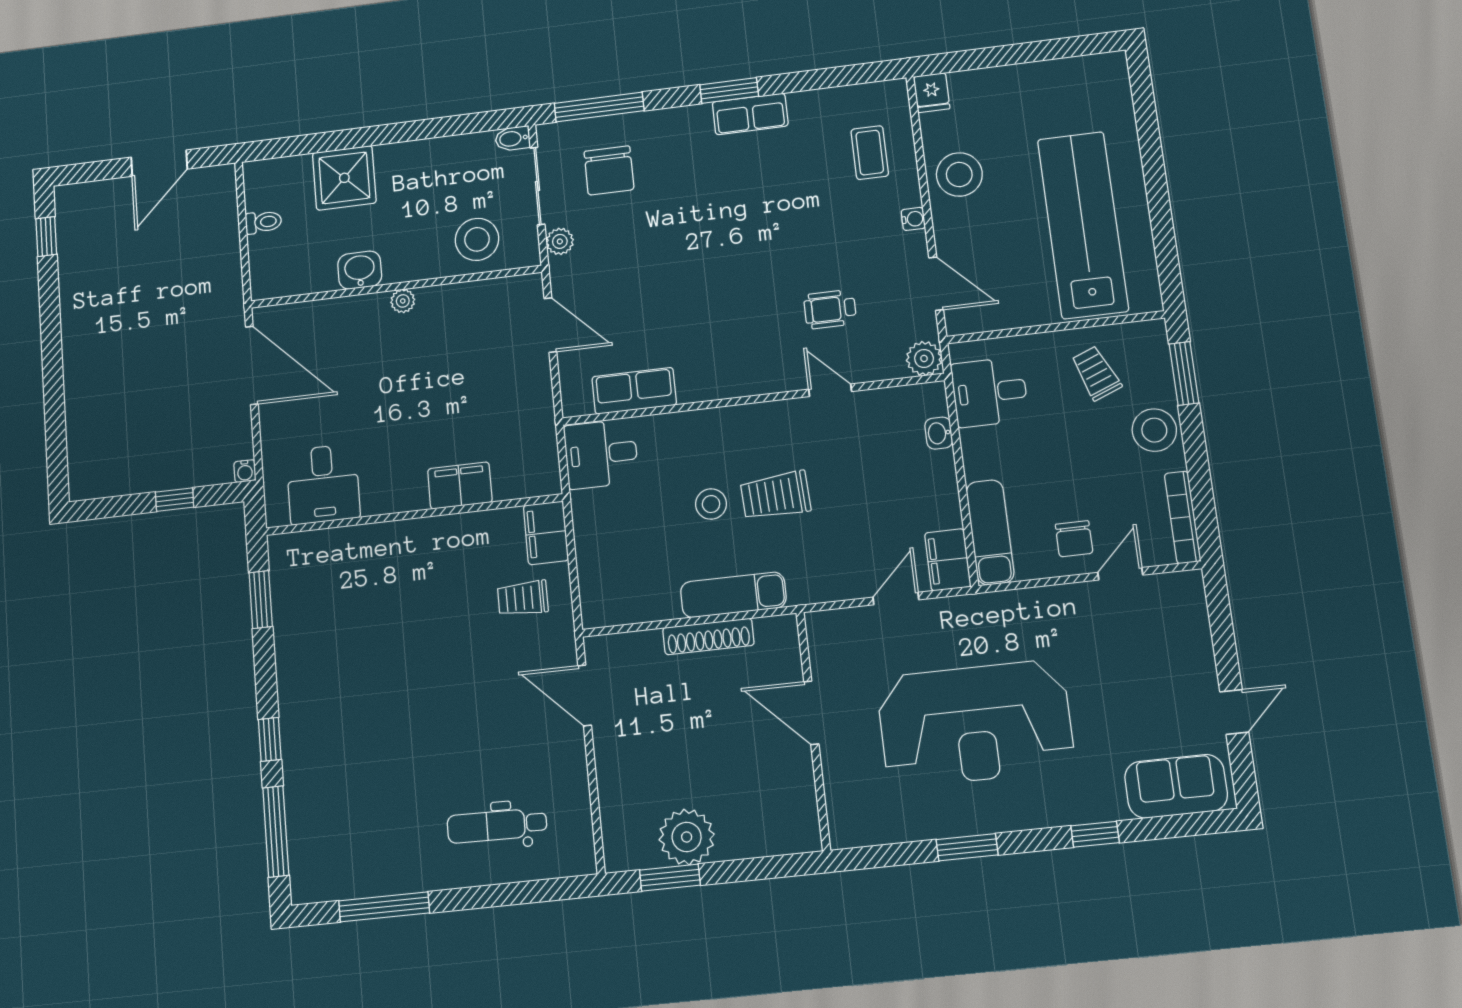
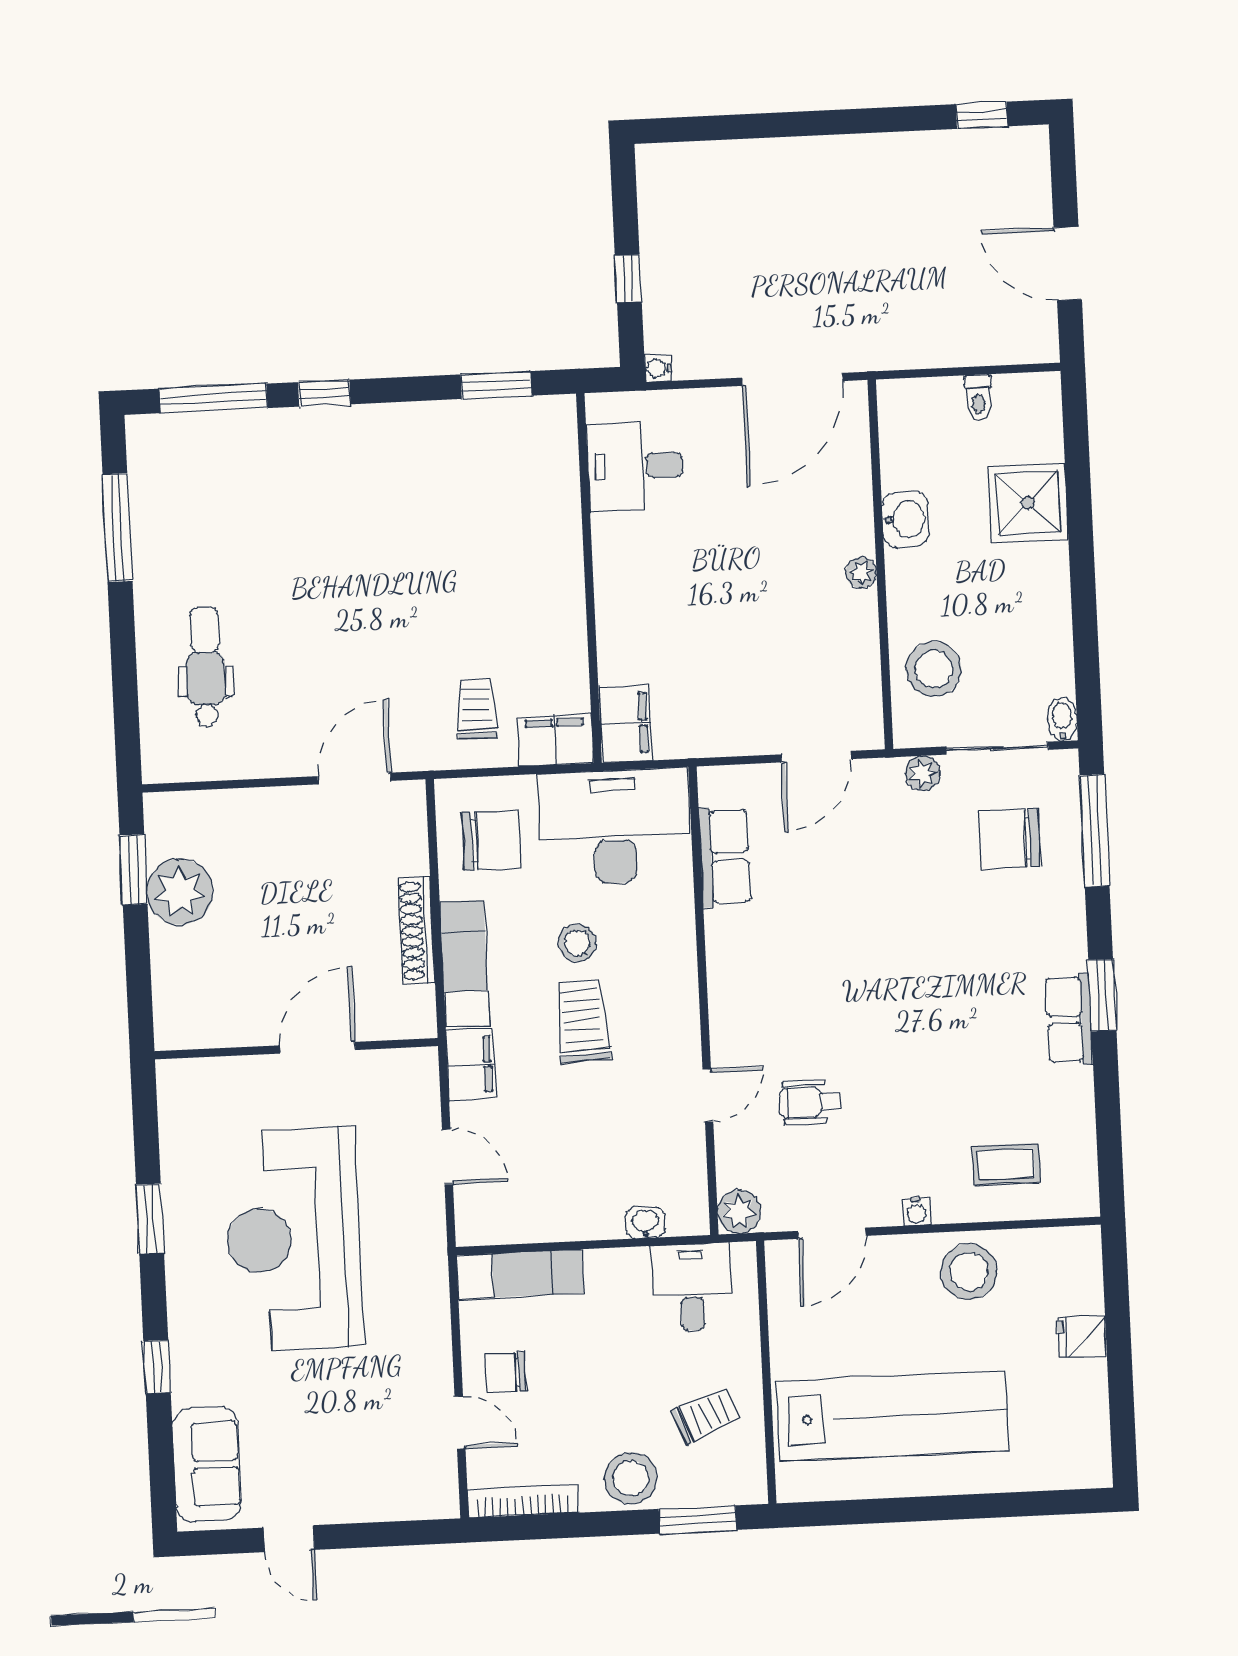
fridge: (932, 93) -> (1082, 1336), moved
wheelchair: (830, 309) -> (810, 1102), turned -90
desk: (601, 454) -> (614, 827), width x1.87, depth x1.30
filing cabinet: (460, 486) -> (625, 723), moved
filing cabinet: (948, 560) -> (471, 1065), moved, turned 90
chair: (630, 579) -> (492, 840), added

